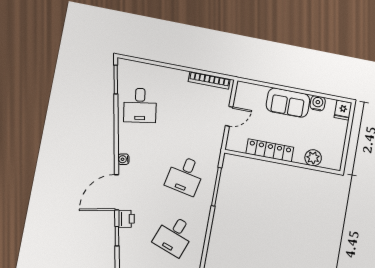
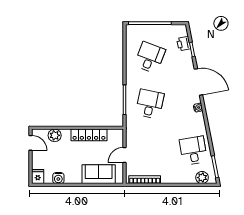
plant: (135, 69) -> (202, 178), added
sofa: (288, 103) -> (99, 174), moved
door: (345, 154) -> (31, 143), added
door: (117, 192) -> (198, 82), hinge flipped
printer: (126, 219) -> (184, 44), moved

